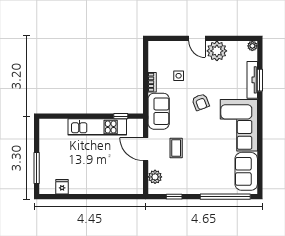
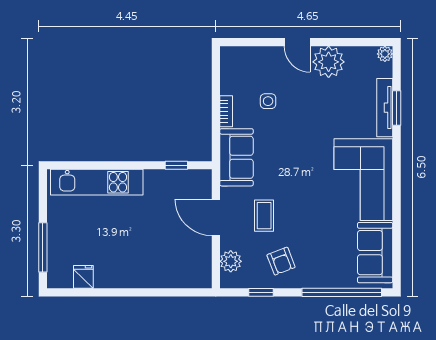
armchair: (201, 102) -> (281, 261), moved
kitchen unit: (97, 127) -> (97, 182), moved

